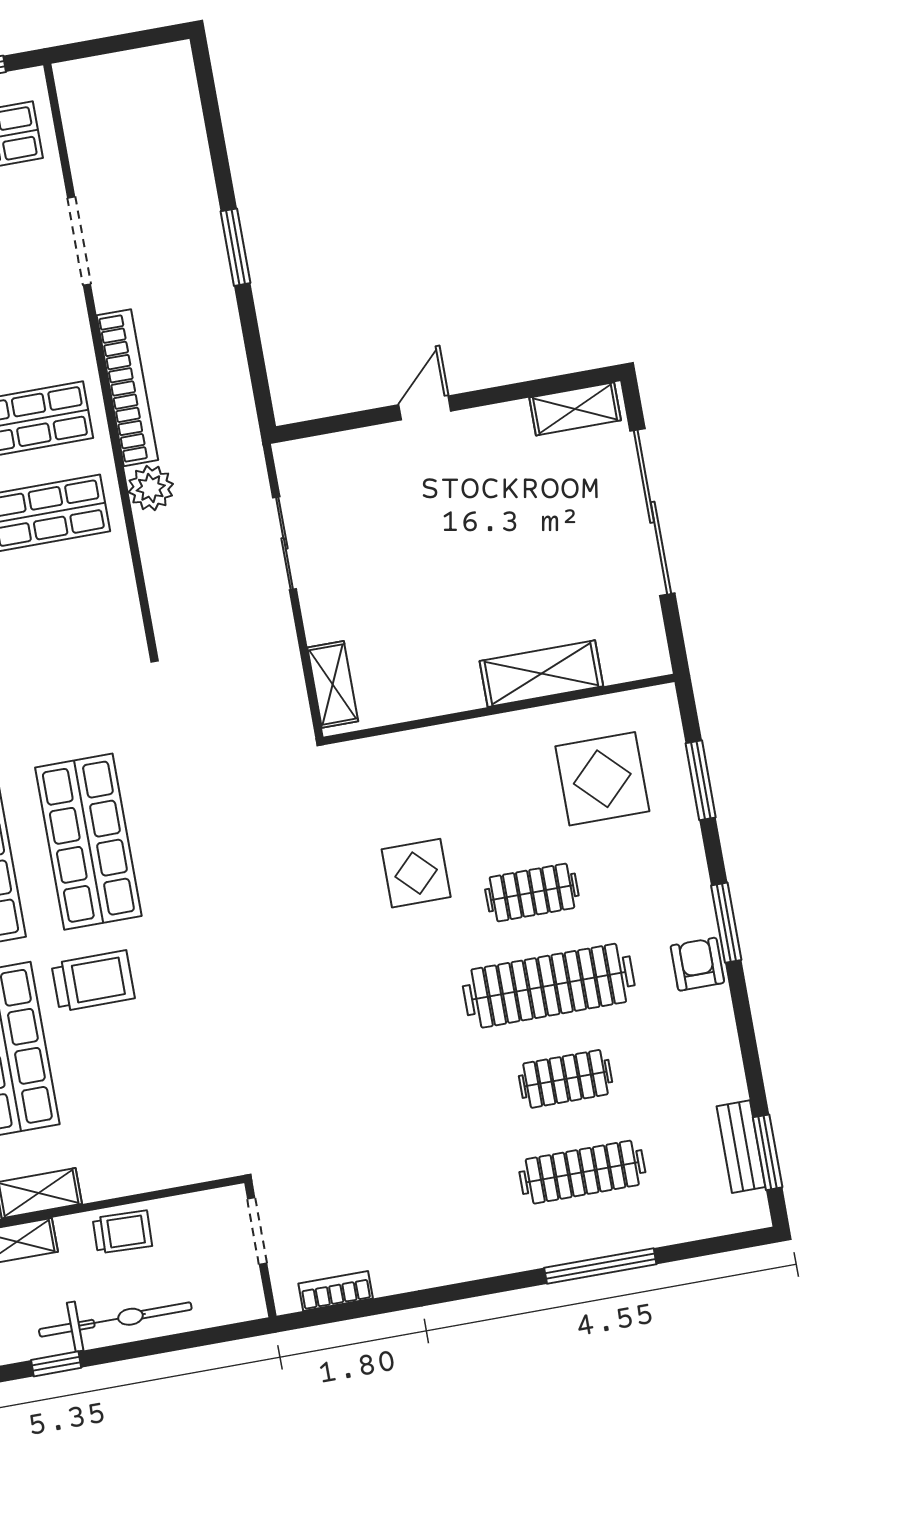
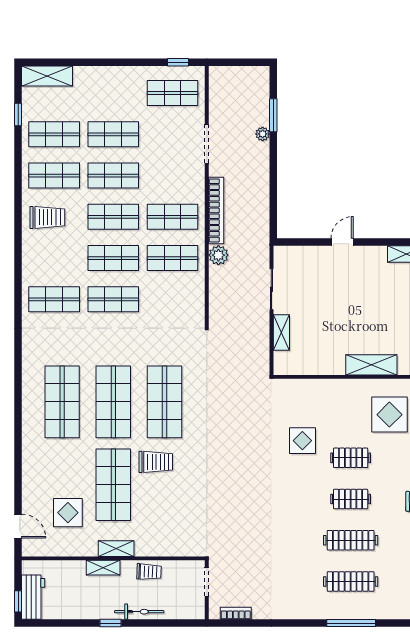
plant: (201, 196) -> (263, 134), added
window: (235, 247) -> (273, 115), moved
shelving: (333, 684) -> (281, 333), moved
clothes rail: (549, 986) -> (351, 499), width x0.54, depth x0.76
clothes rail: (566, 1079) -> (351, 540), width x1.36
bicycle: (115, 1319) -> (139, 612), width x0.73, depth x0.71

